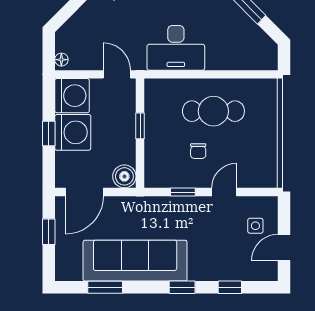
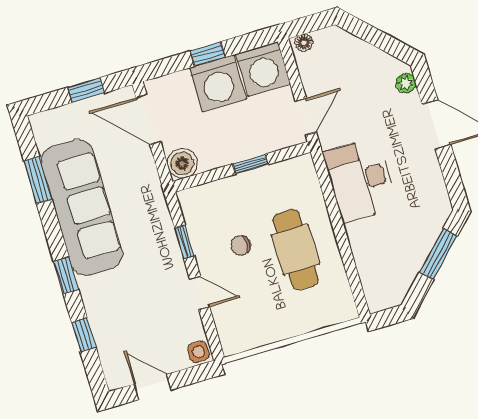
side table: (255, 226) -> (199, 352), moved

